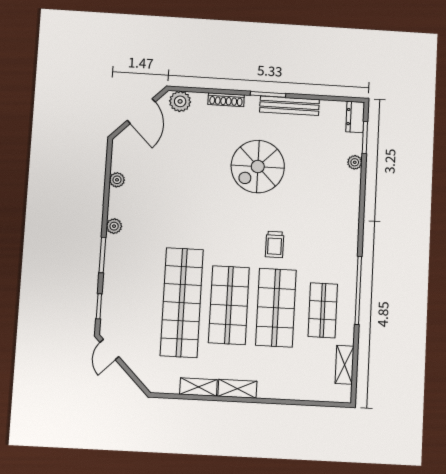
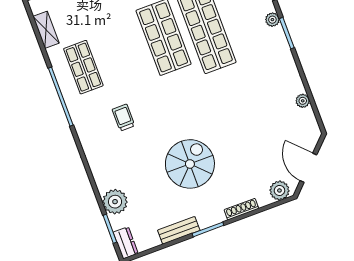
bench: (289, 106) -> (179, 230), width x0.73
plant: (355, 162) -> (115, 202), width x1.87, depth x1.87
plant: (114, 226) -> (272, 20), moved
trolley: (275, 244) -> (123, 118), moved
shop shelf: (276, 308) -> (123, 52), removed

